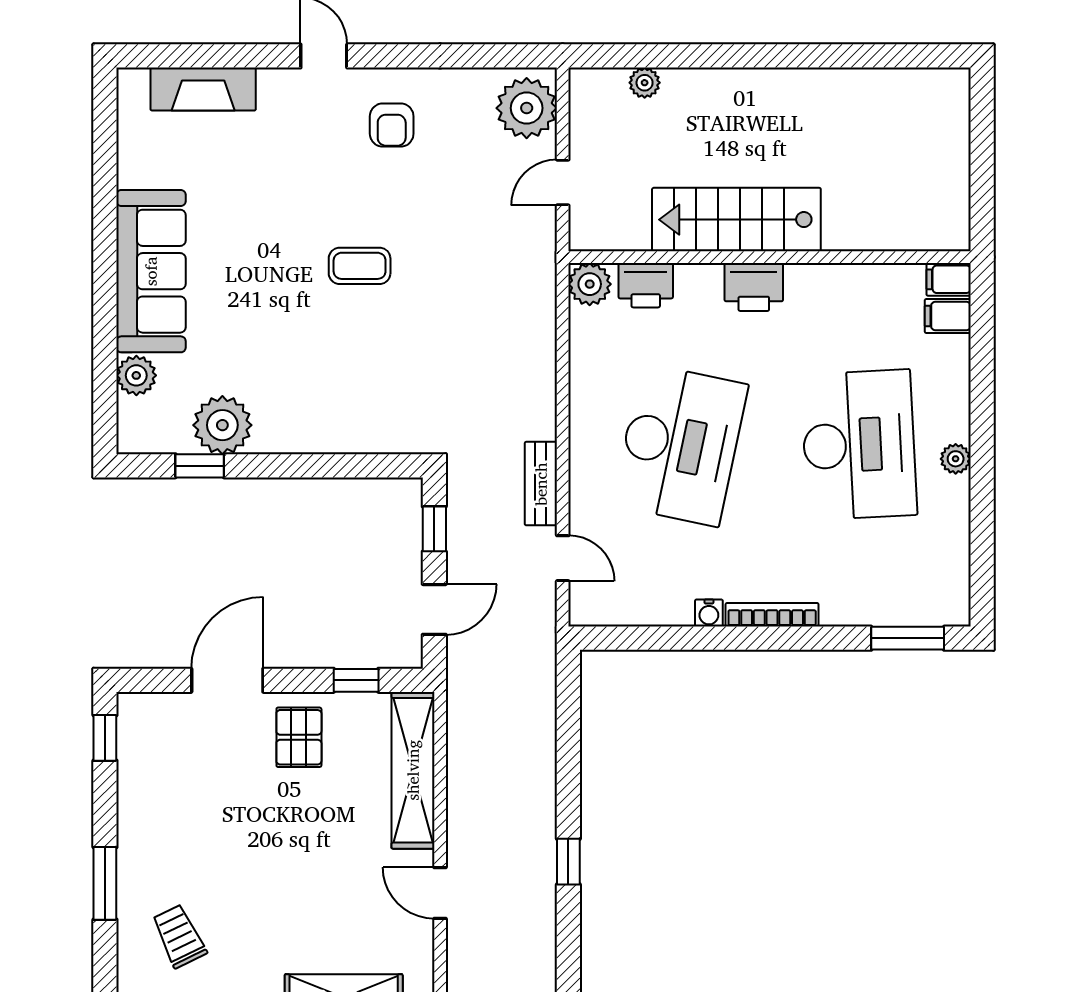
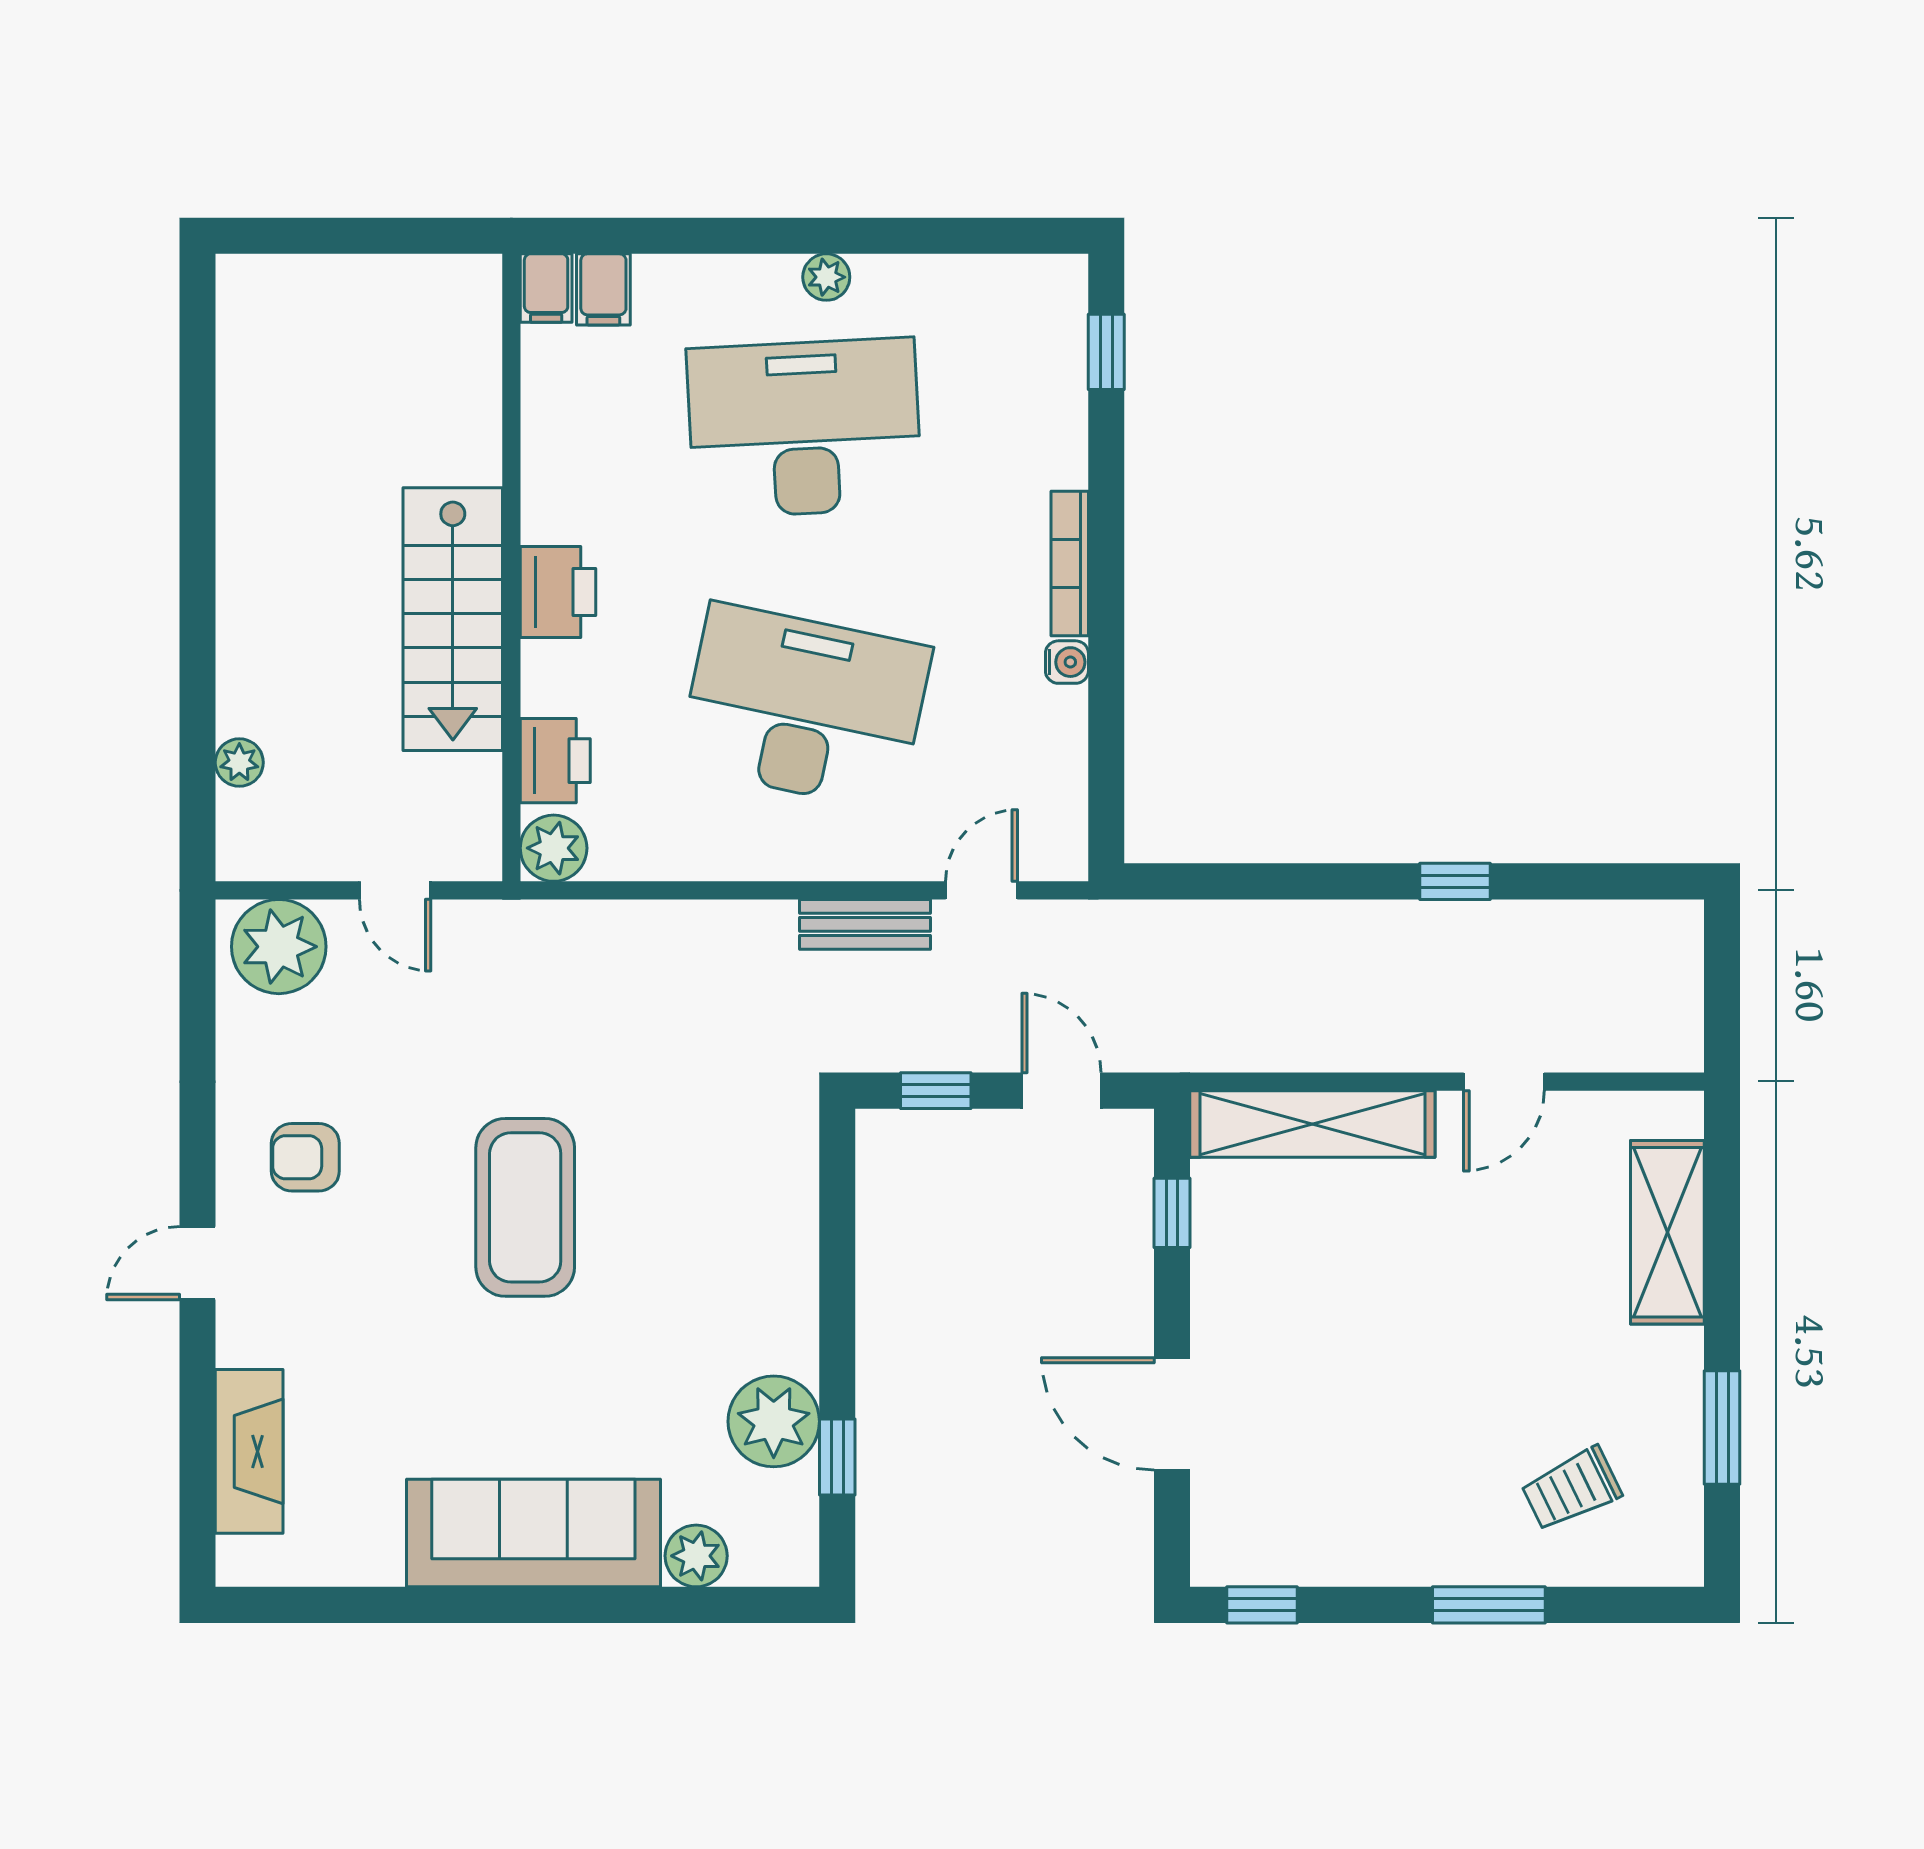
armchair: (392, 125) -> (305, 1157), turned 180
coffee table: (360, 266) -> (525, 1207), width x1.86, depth x1.72
window: (908, 638) -> (1106, 352), width x0.67
pallet: (299, 737) -> (1261, 1302), removed

